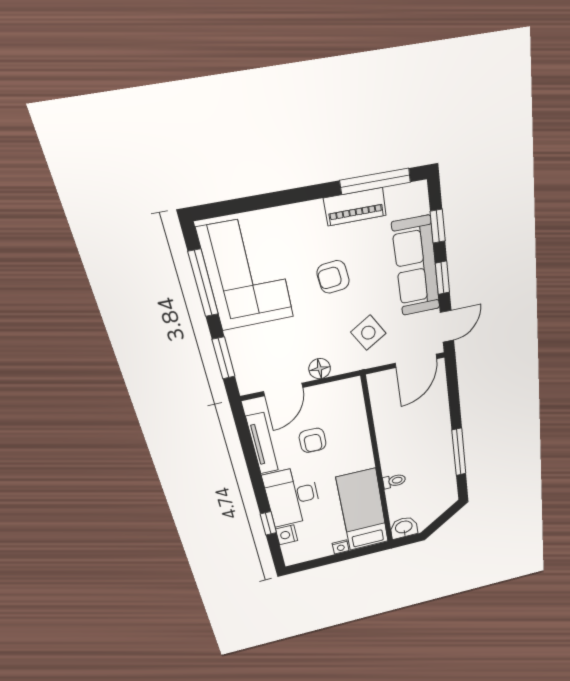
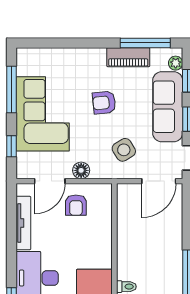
plant: (420, 204) -> (176, 63), added
corner sofa: (246, 274) -> (43, 114), moved
window: (224, 358) -> (11, 146), width x0.67
armchair: (313, 440) -> (76, 205), moved

